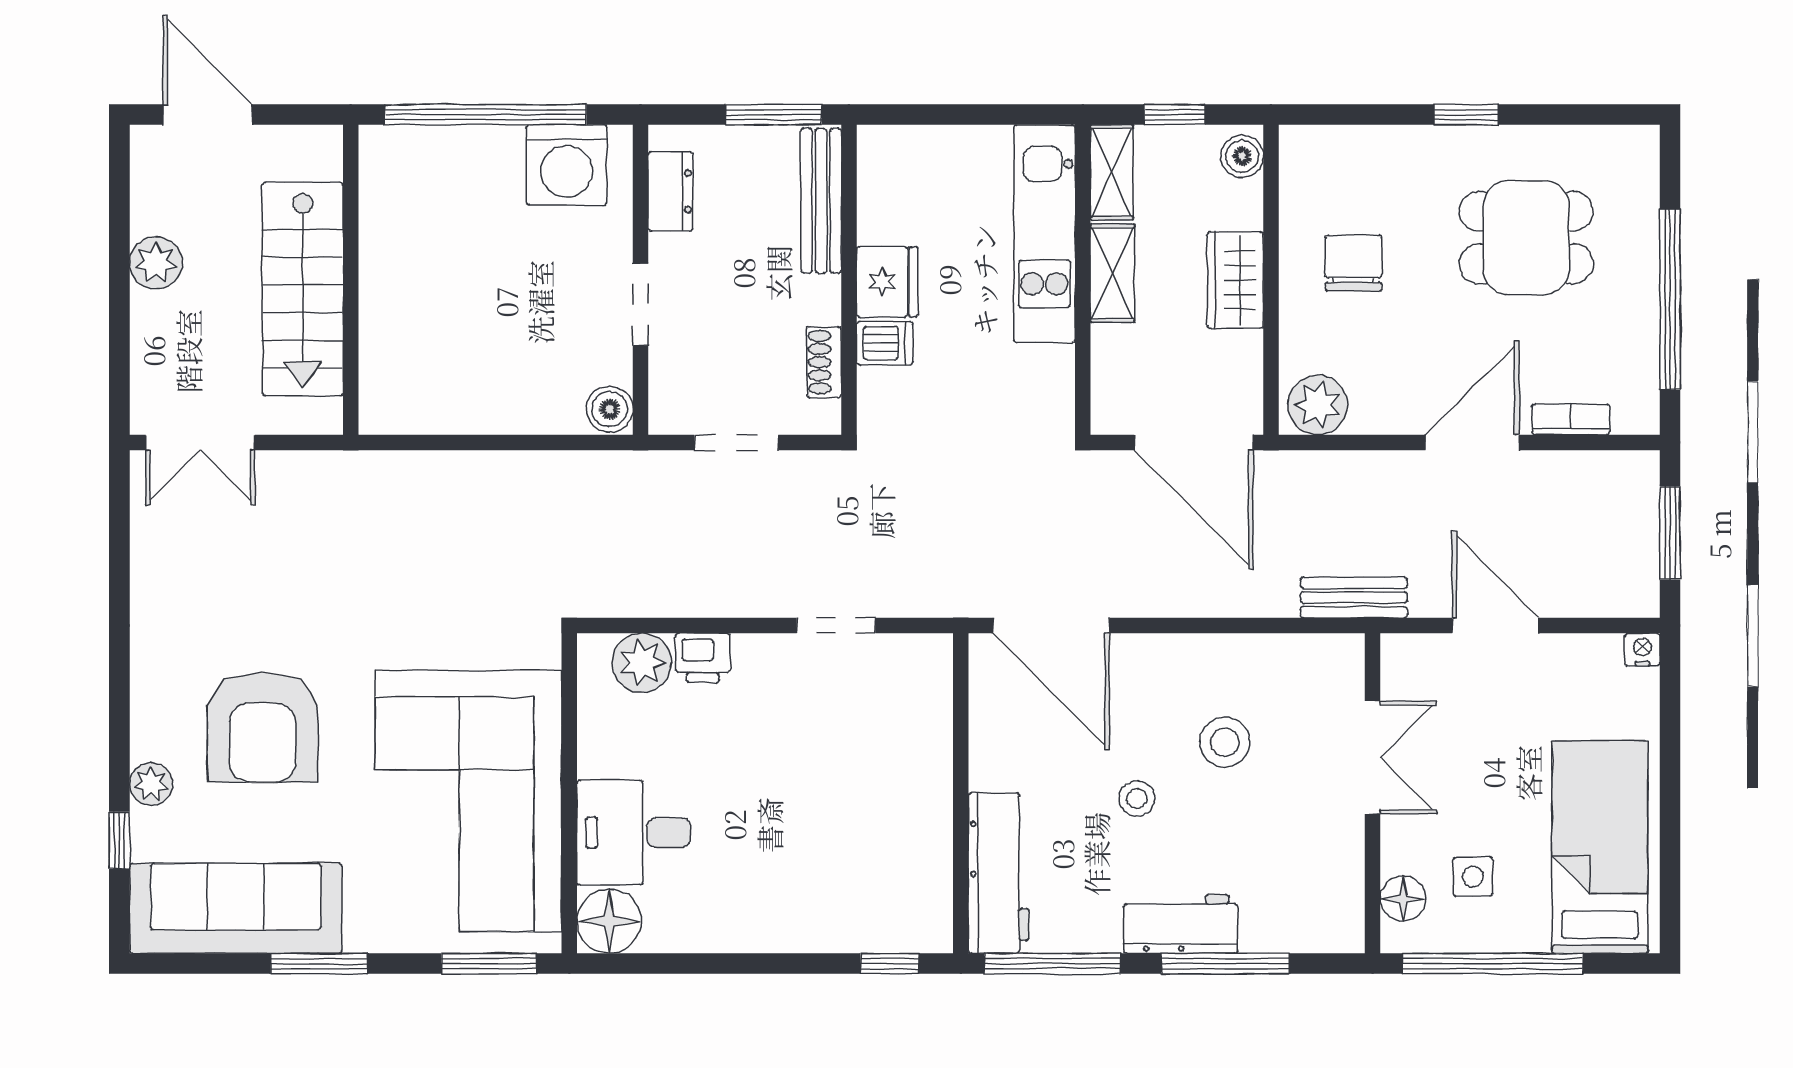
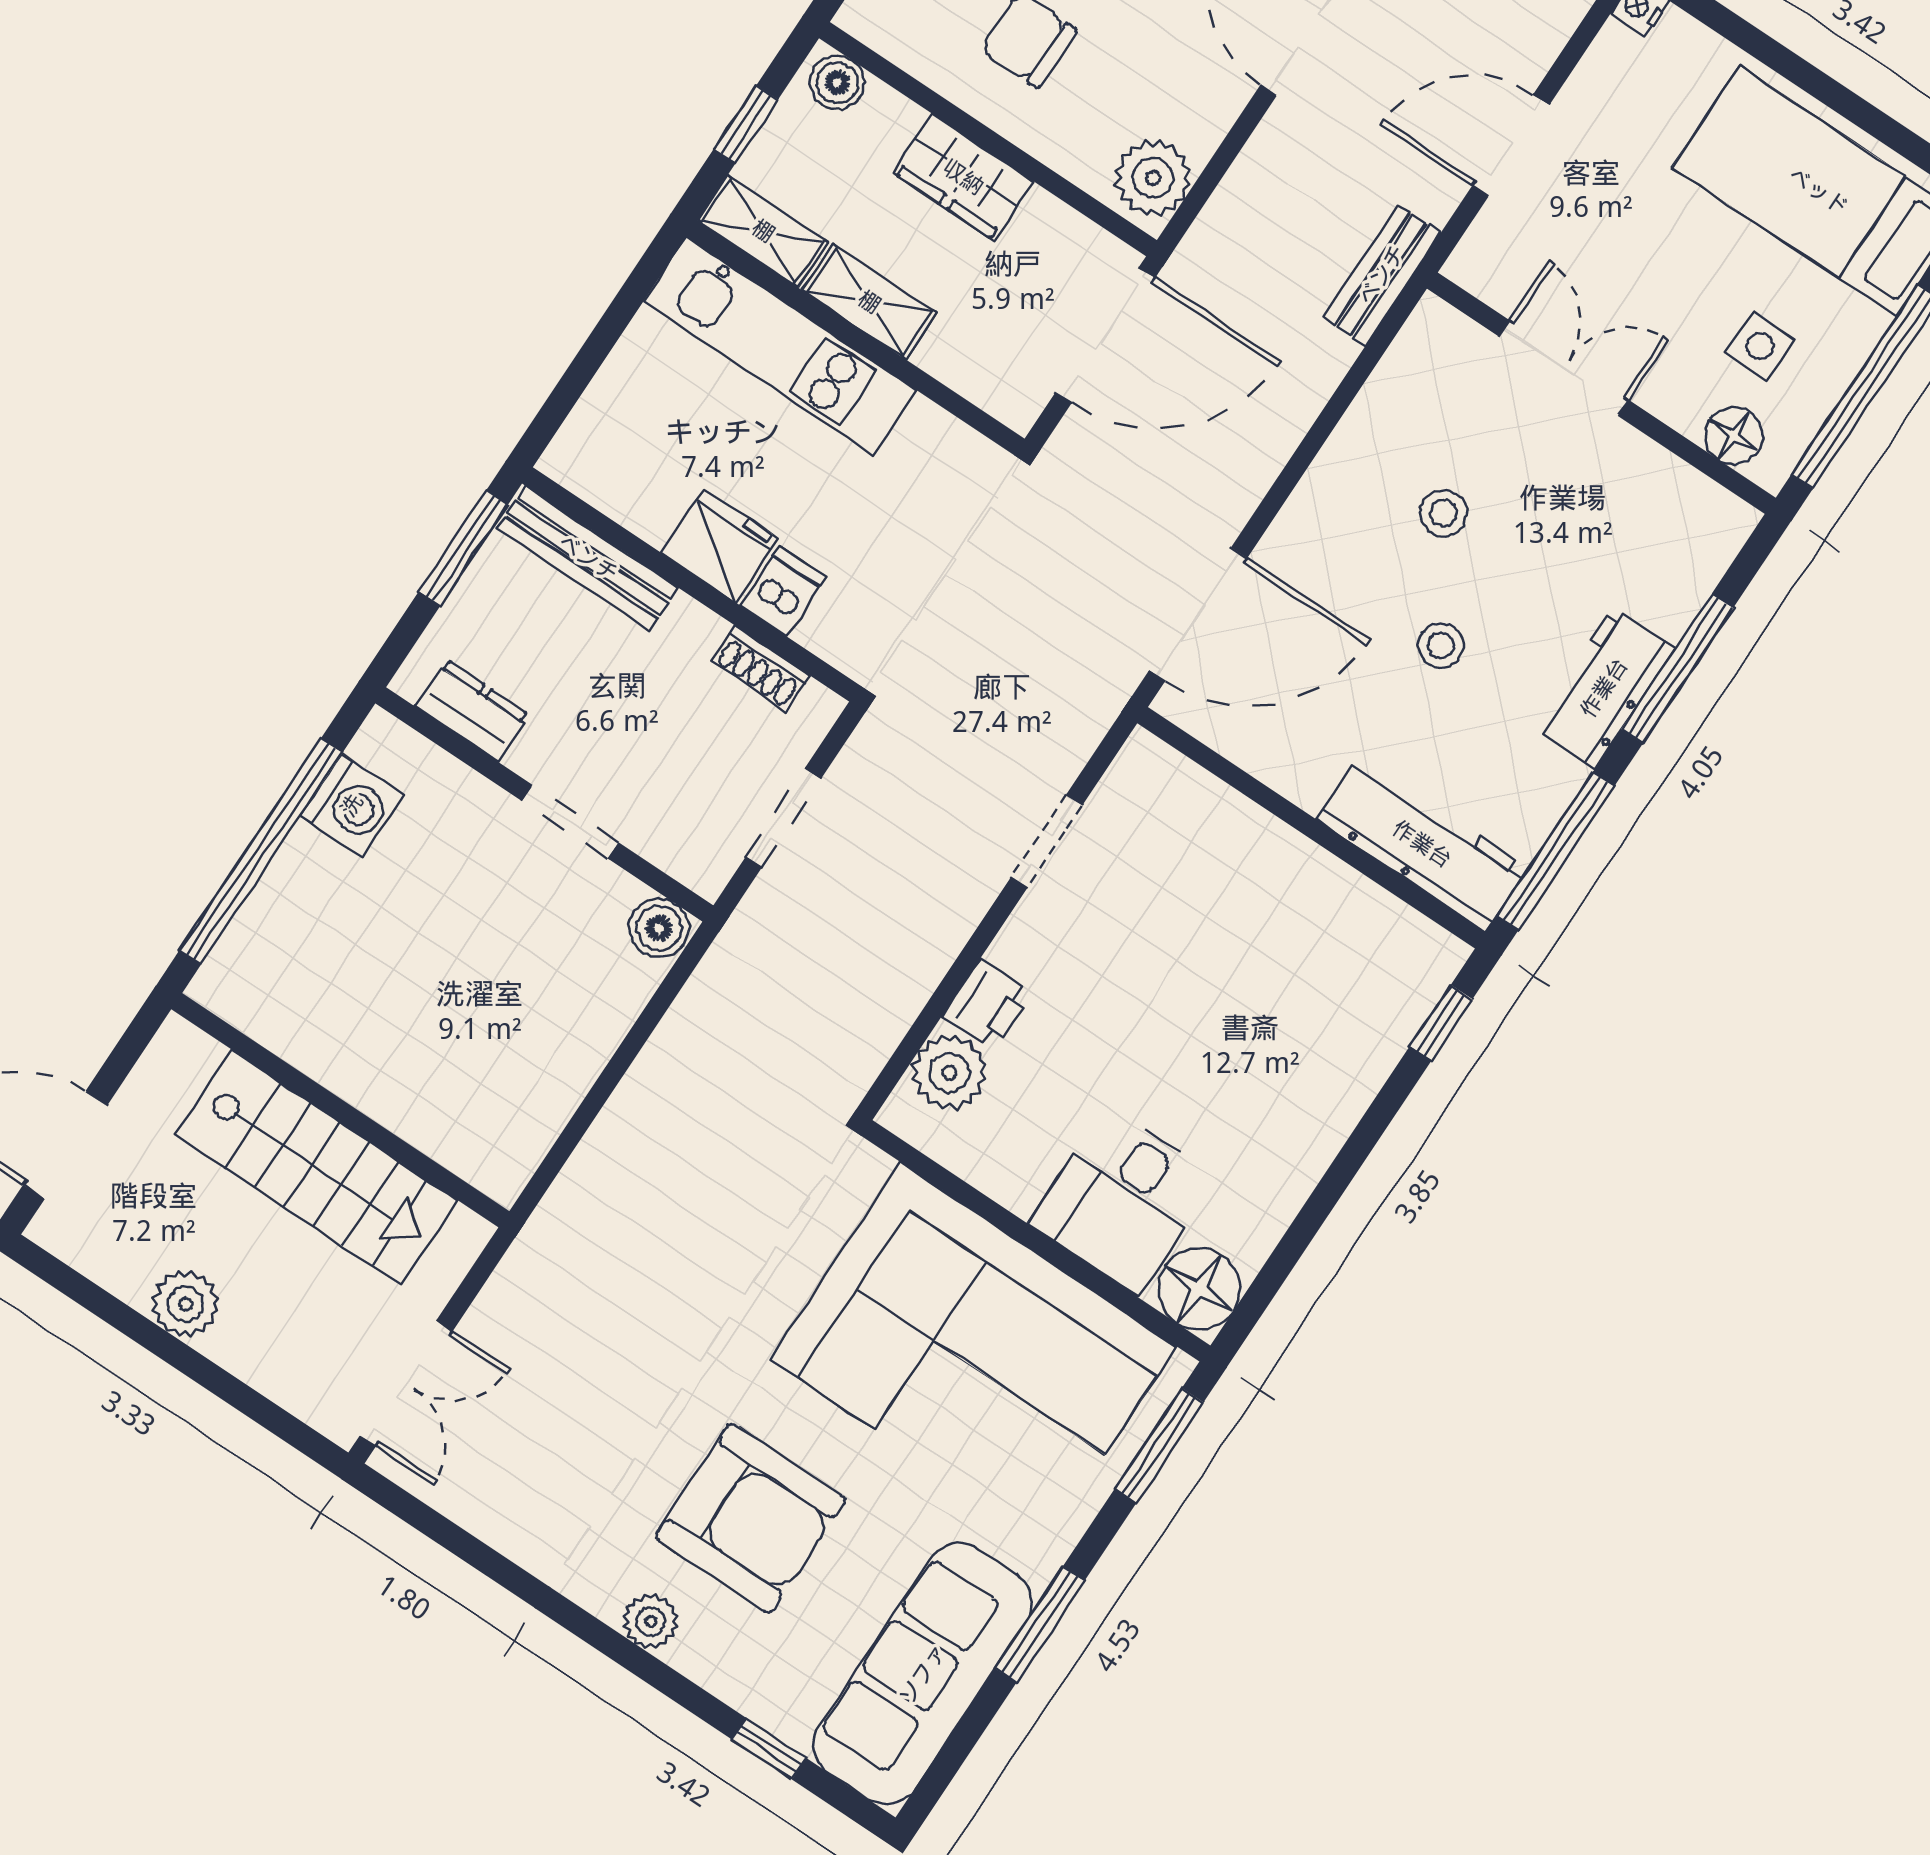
washing machine: (567, 165) -> (352, 805), width x0.73, depth x0.73
stool: (1225, 742) -> (1443, 513), width x0.73, depth x0.73
plant: (151, 784) -> (651, 1621), moved

